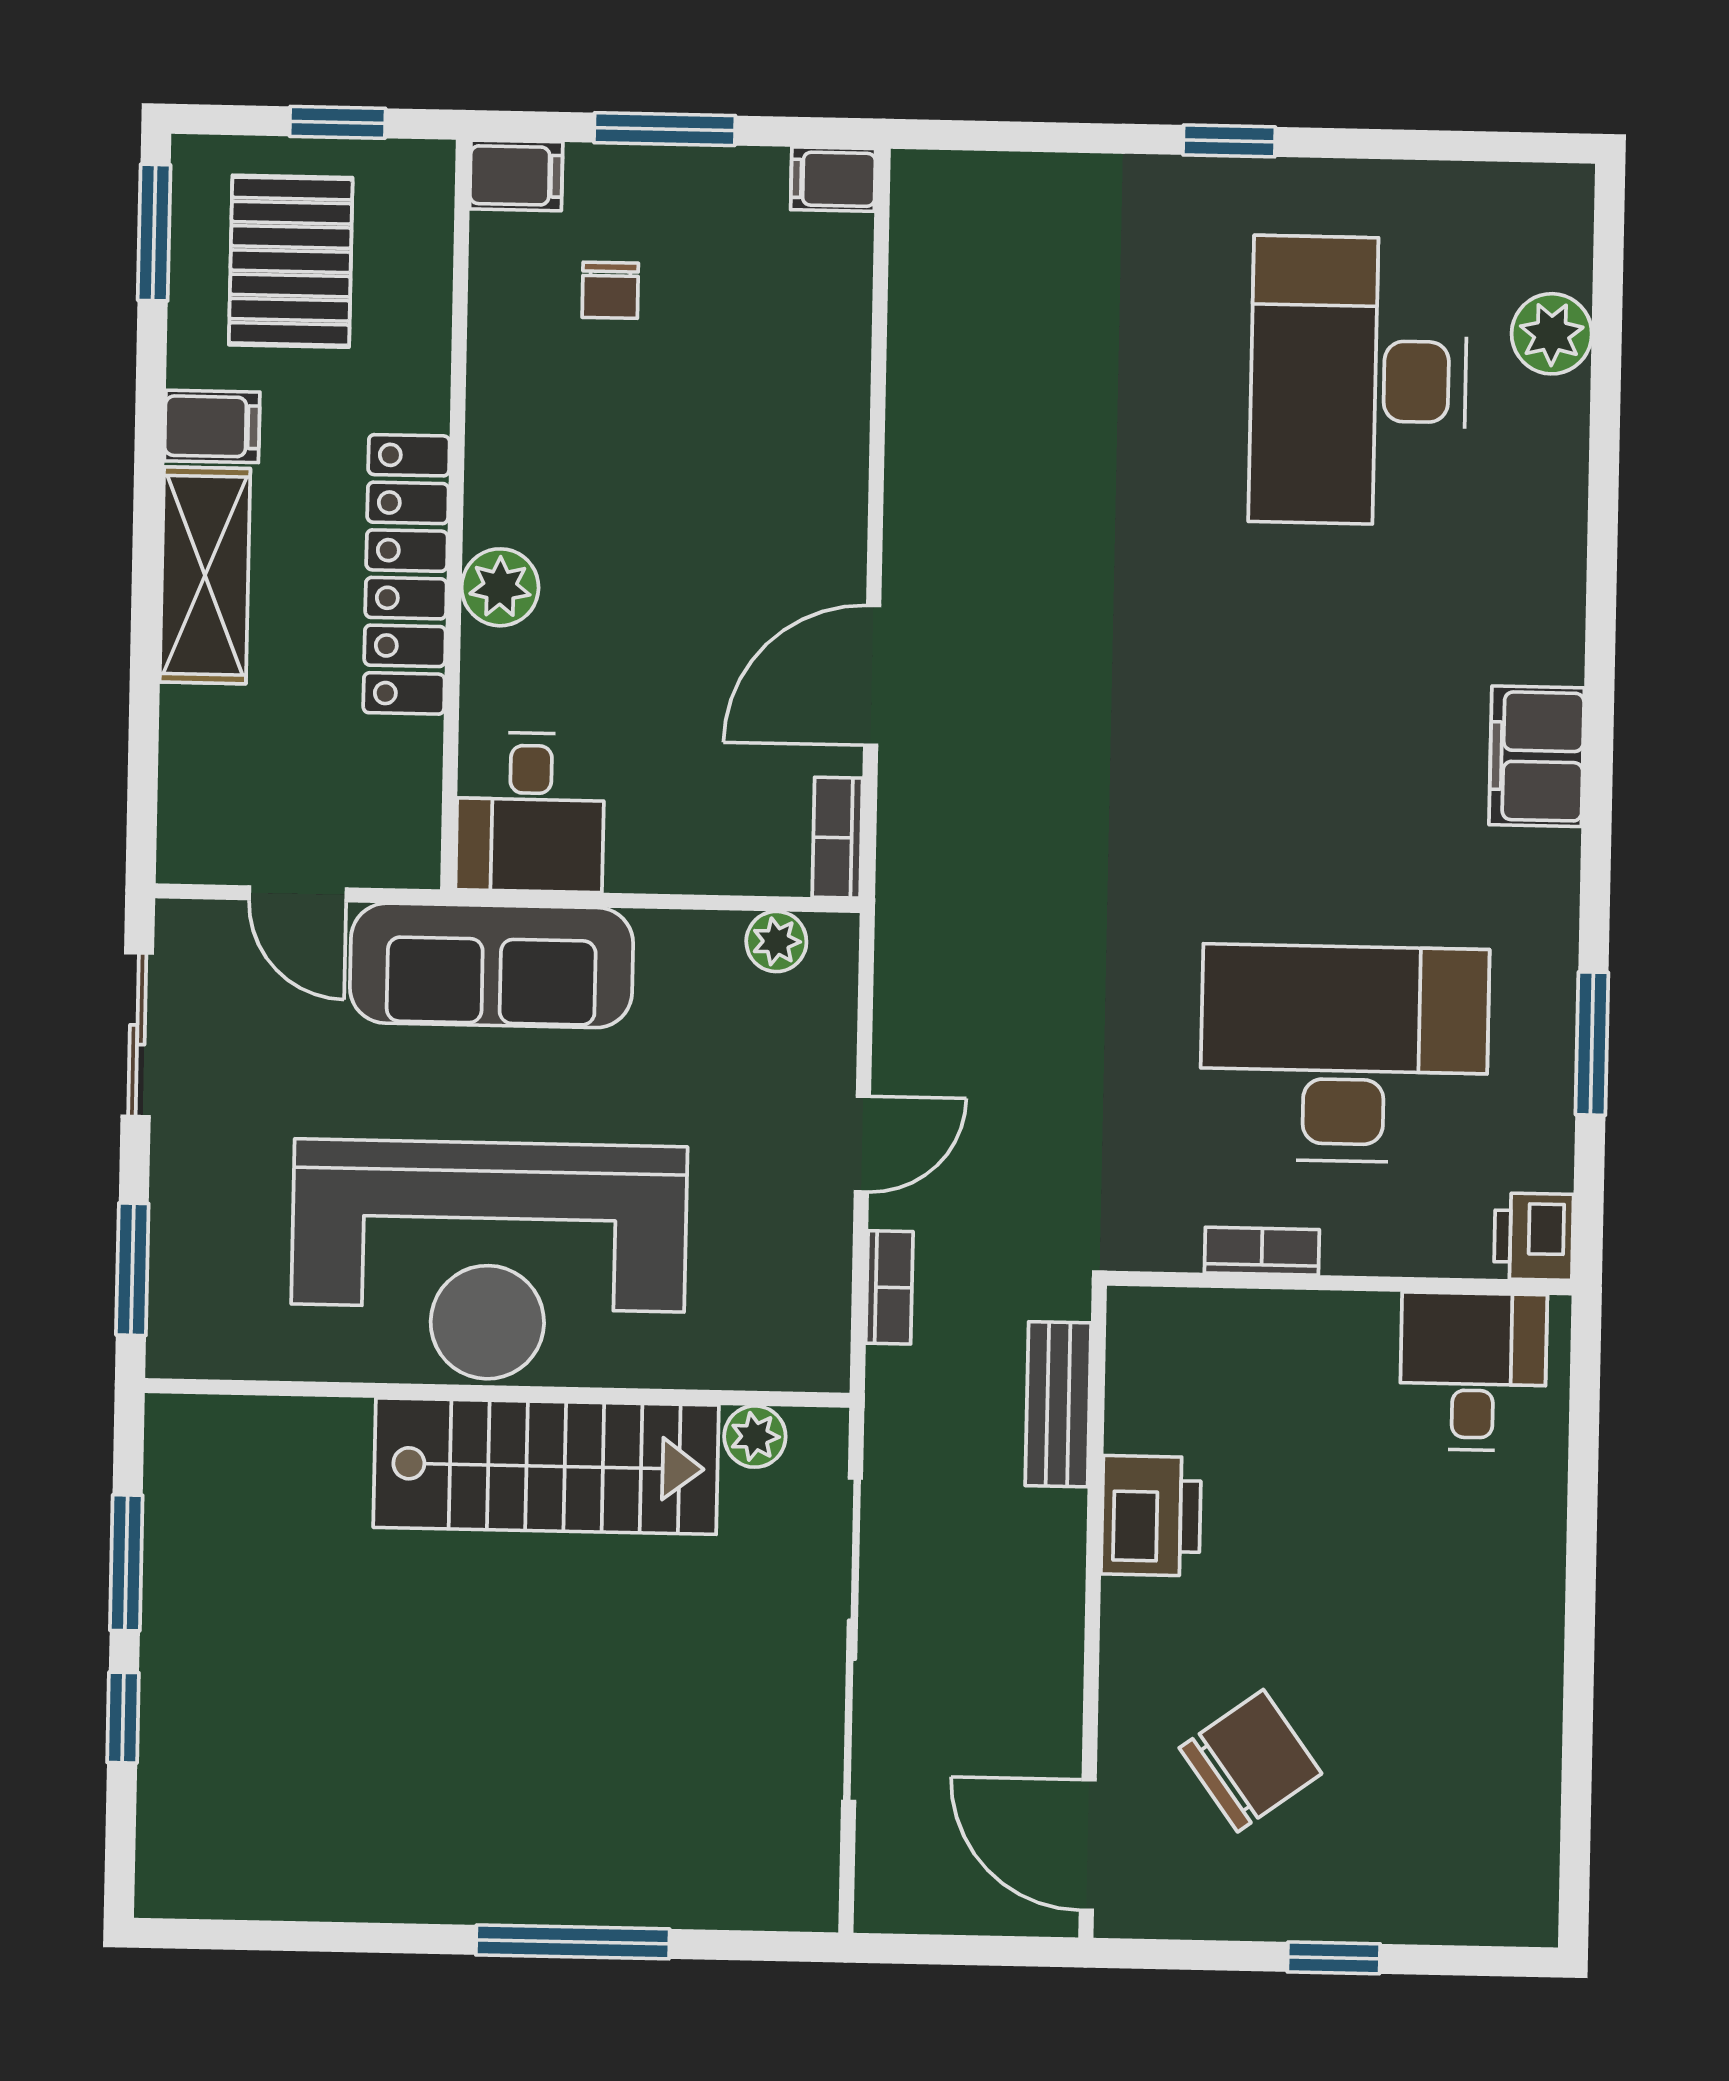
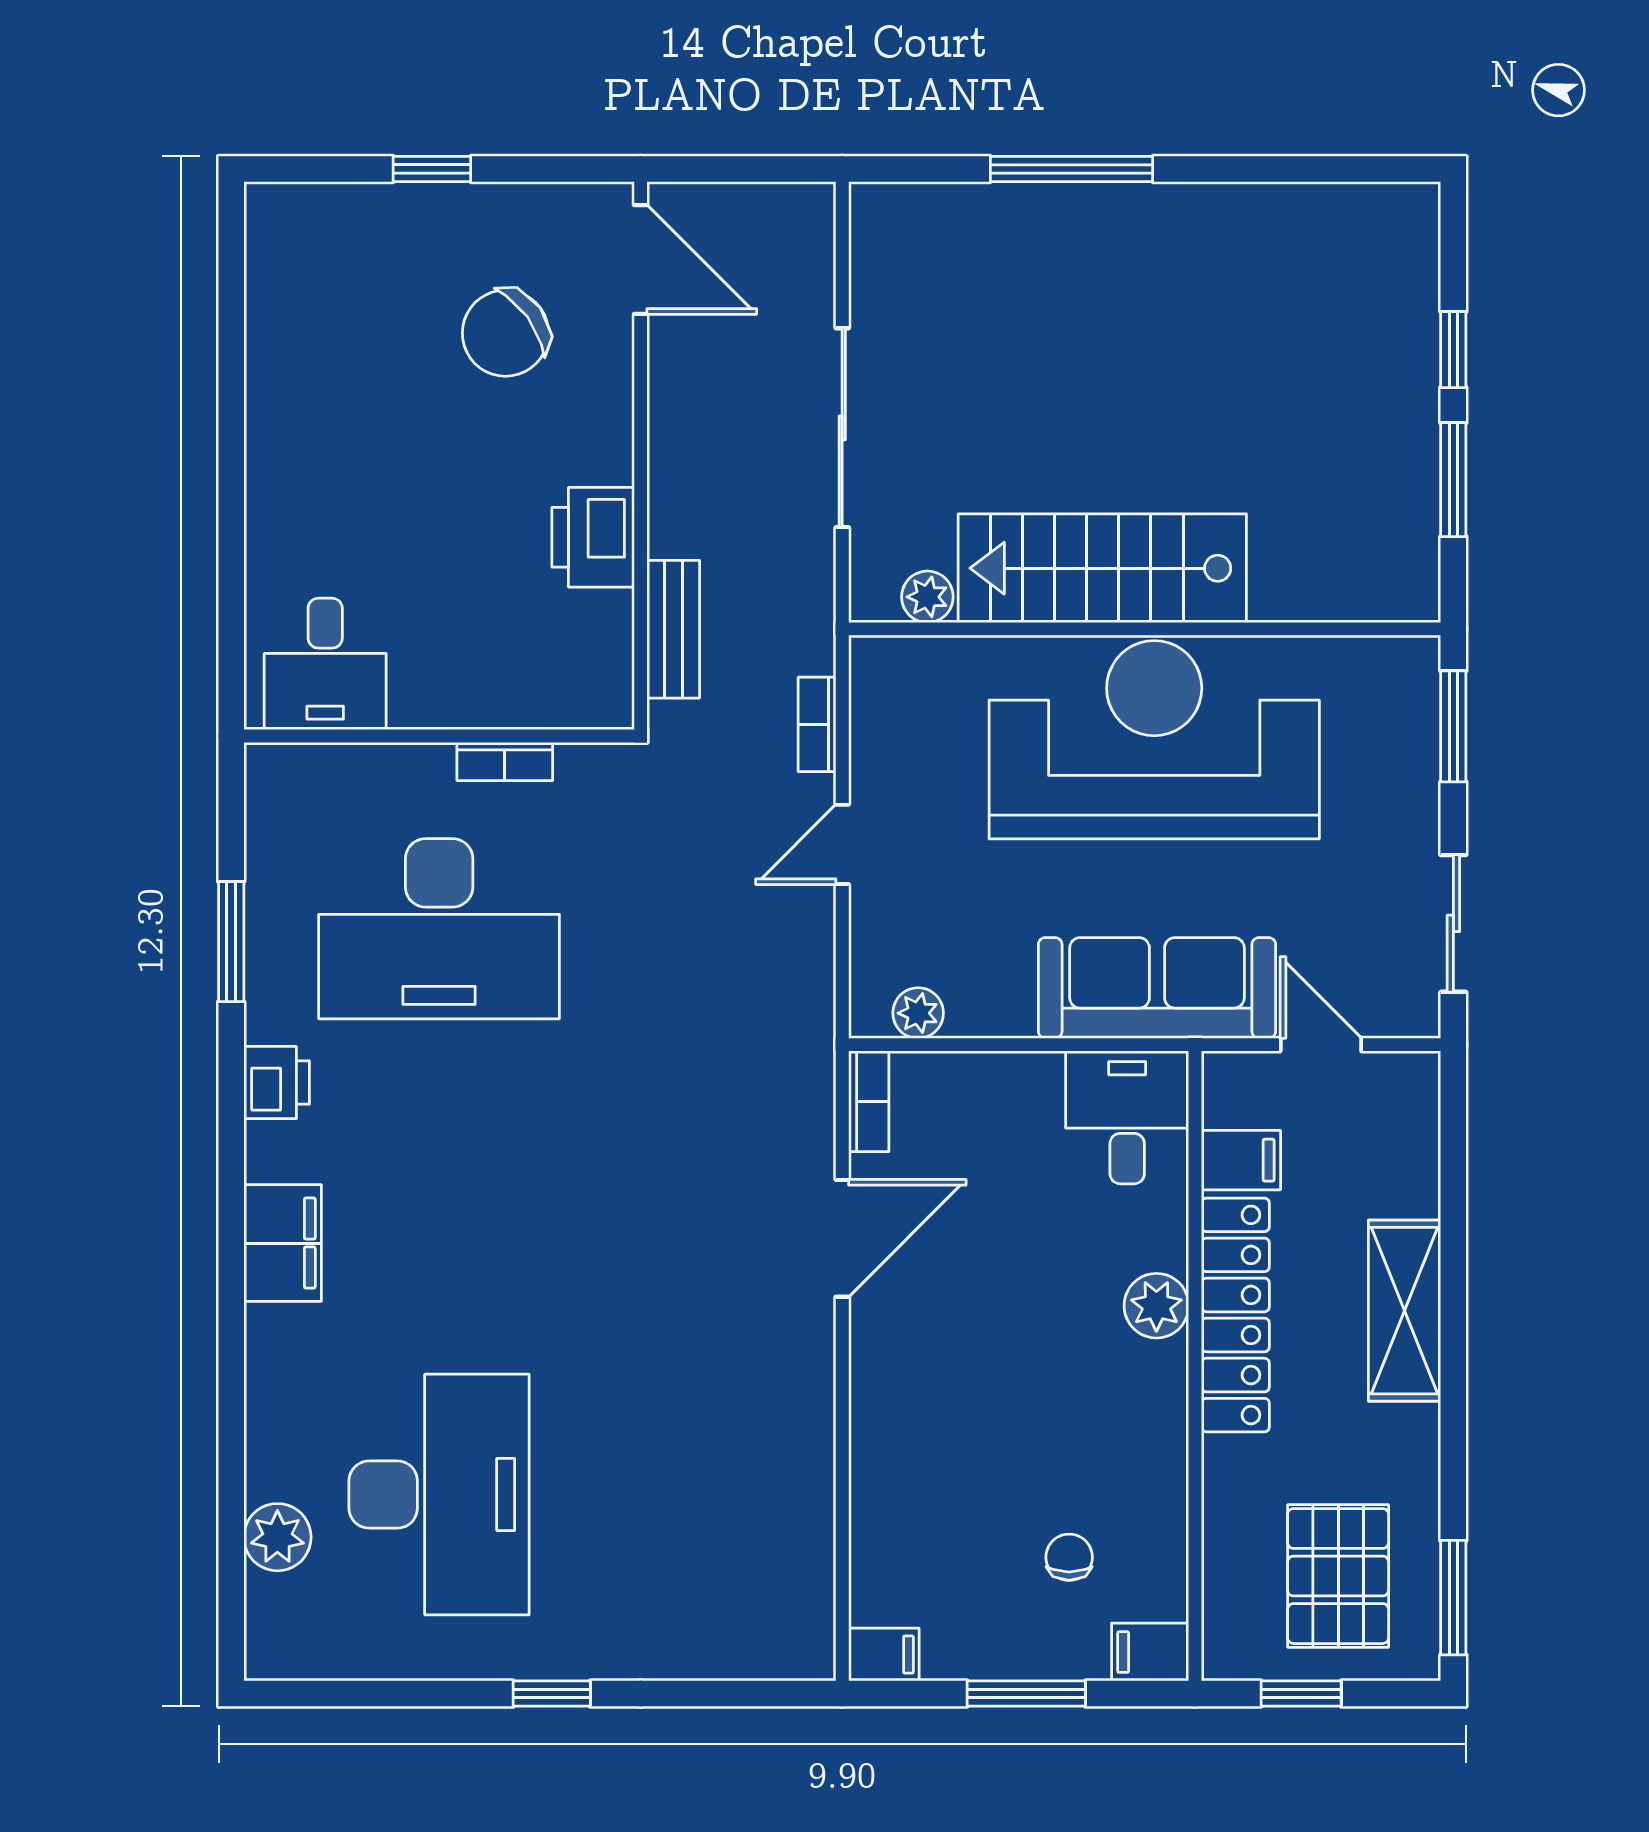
filing cabinet: (212, 426) -> (1241, 1160), moved, turned 180
filing cabinet: (1537, 756) -> (283, 1243), moved
printer: (1534, 1237) -> (277, 1083), moved
sliding door: (852, 1640) -> (842, 428), width x0.73

